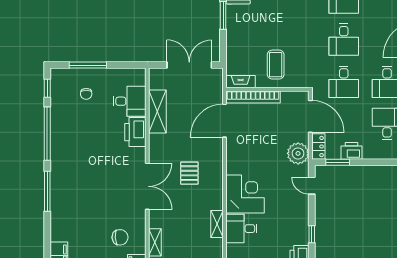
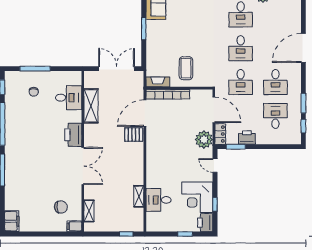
printer: (135, 132) -> (73, 135), moved
pallet: (189, 173) -> (134, 135), moved, turned 90
corner desk: (245, 194) -> (197, 197), moved, turned 180

